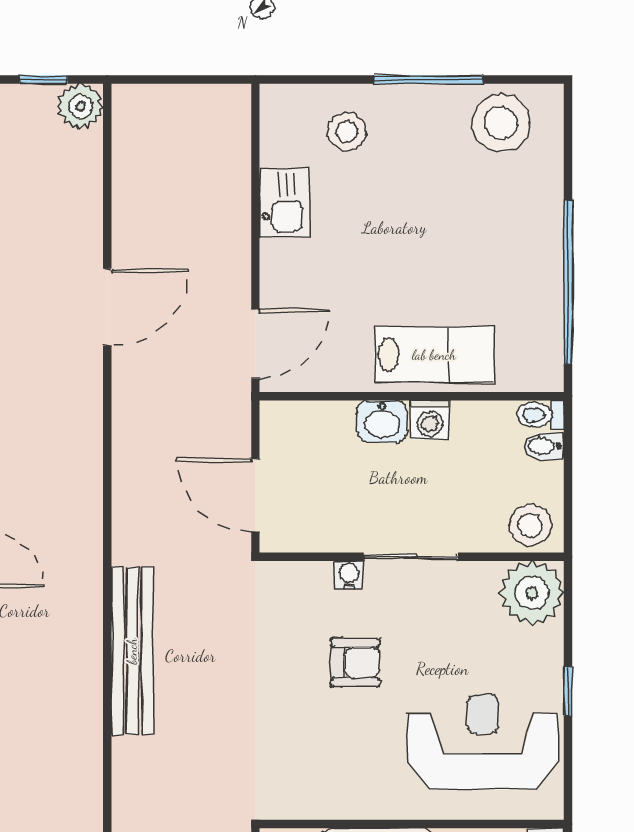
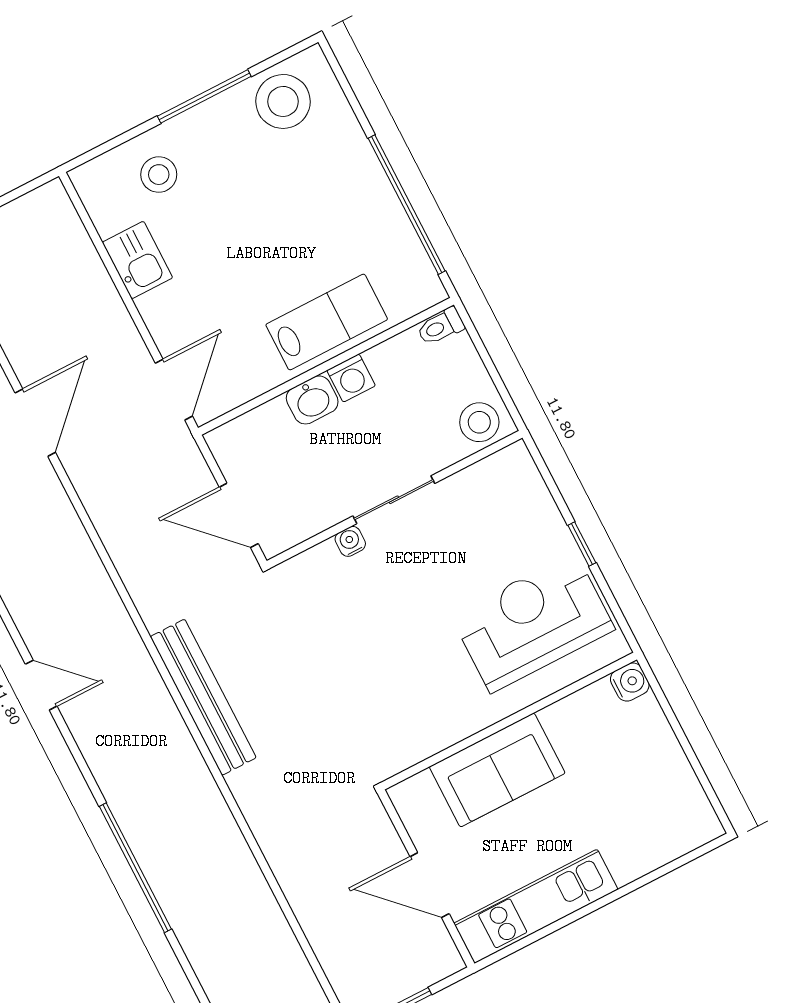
bidet: (544, 446) -> (457, 351), removed
plant: (532, 593) -> (510, 478), removed
armchair: (355, 662) -> (393, 611), removed

